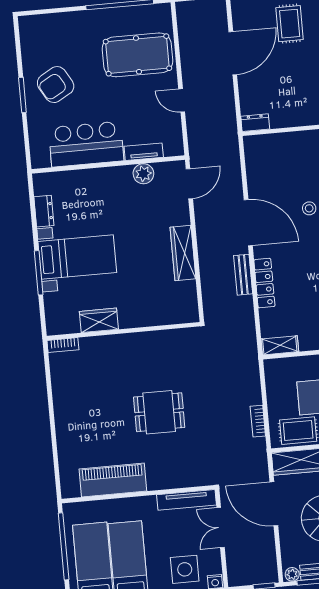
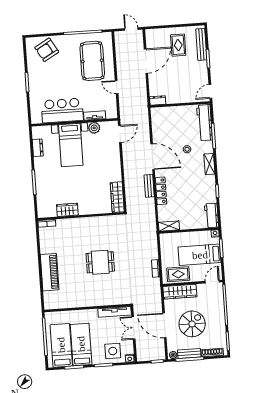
pool table: (137, 55) -> (92, 61), turned 90
armchair: (56, 85) -> (47, 50), moved
wardrobe: (183, 253) -> (117, 197), moved
bed with nightstands: (77, 257) -> (71, 145), moved, turned 90
piano: (113, 480) -> (50, 272), moved, turned 90
door: (274, 504) -> (164, 325), moved

